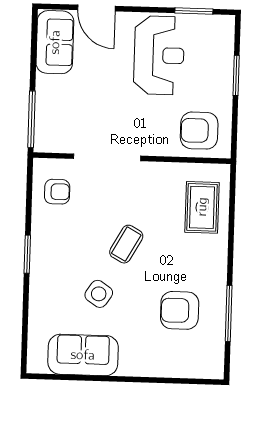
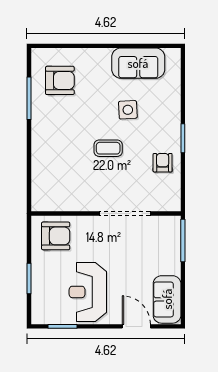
armchair: (57, 192) -> (163, 163), moved, turned 90
rug: (202, 207) -> (52, 178), removed
coffee table: (126, 244) -> (108, 148), turned 61
side table: (99, 294) -> (128, 110), turned -37
armchair: (180, 310) -> (60, 80), moved

